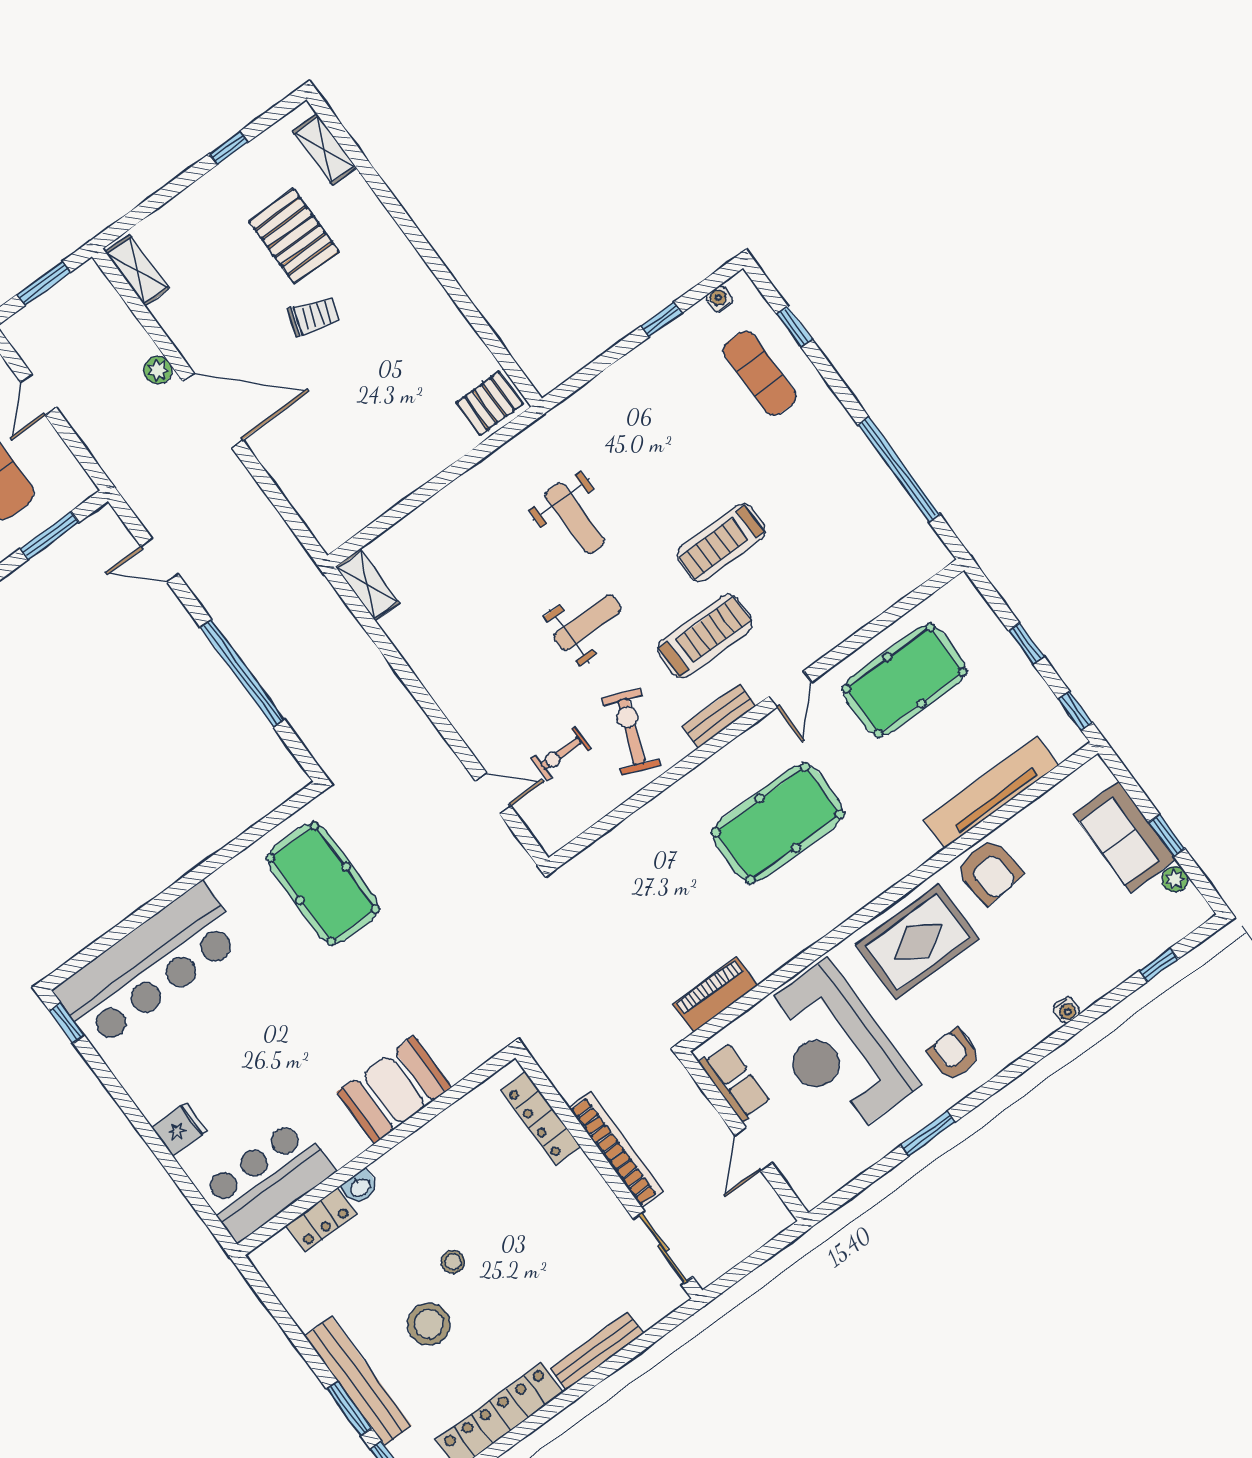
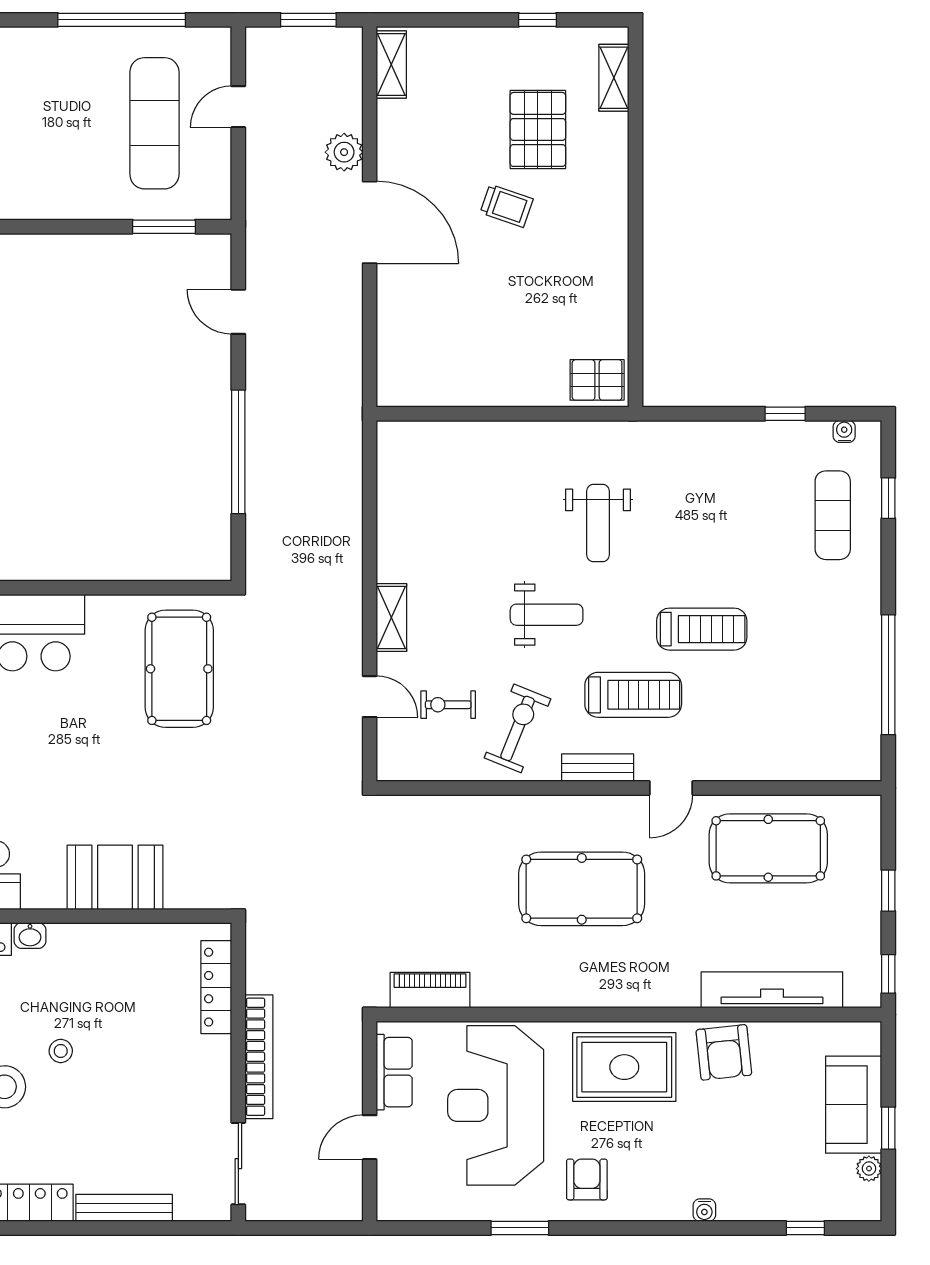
plant: (158, 370) -> (344, 152), width x1.38, depth x1.38
treadmill: (721, 543) -> (702, 629), turned 180
shelving: (367, 585) -> (391, 617), moved

